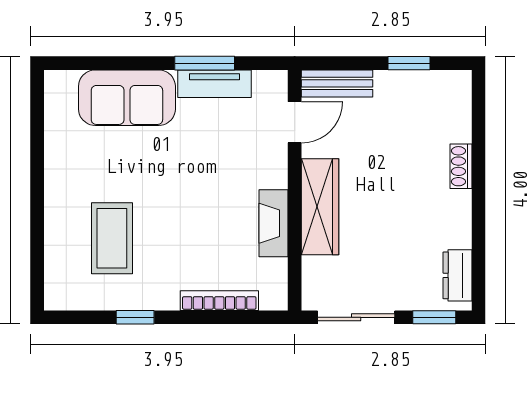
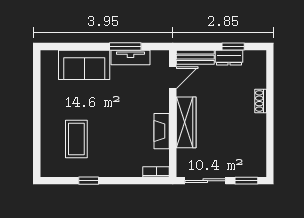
dresser: (457, 275) -> (229, 58), moved, turned -90
bookcase: (219, 301) -> (156, 172), moved, width x0.64

